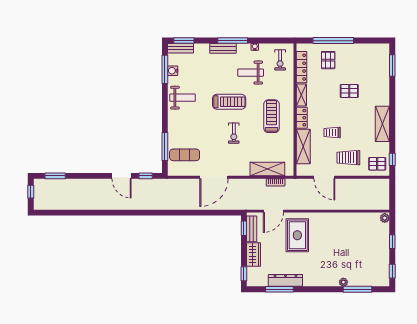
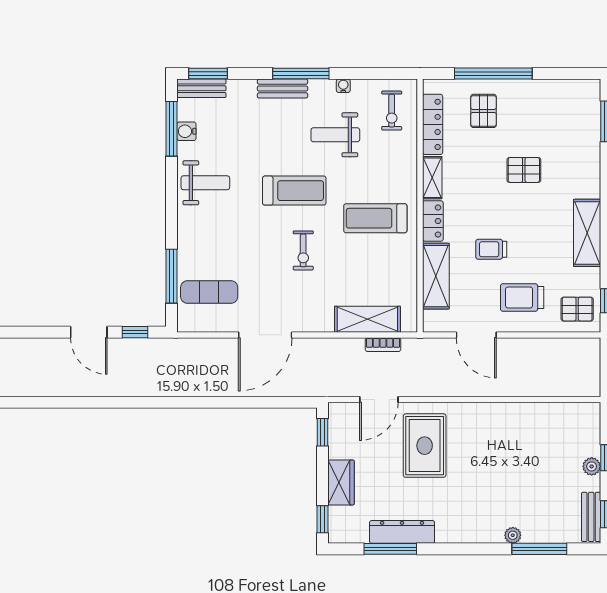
treadmill: (272, 116) -> (375, 218), turned -90
plant: (385, 218) -> (592, 466), moved
bench: (252, 229) -> (591, 517), moved

